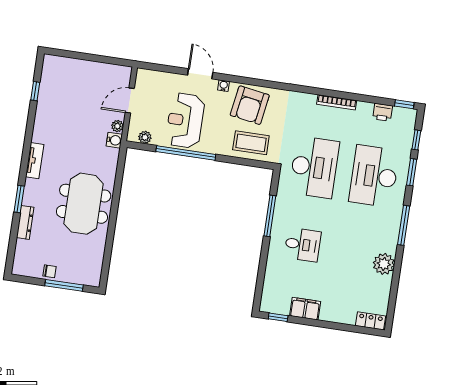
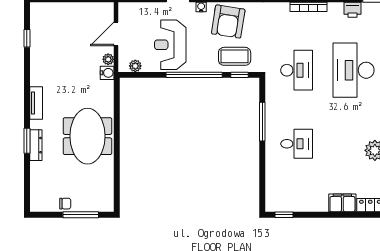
window: (186, 153) -> (194, 75), moved
window: (253, 163) -> (240, 75), added
desk: (314, 167) -> (297, 70), width x0.73, depth x0.77
dresser: (25, 222) -> (36, 145), moved
filing cabinet: (305, 309) -> (342, 203), moved

